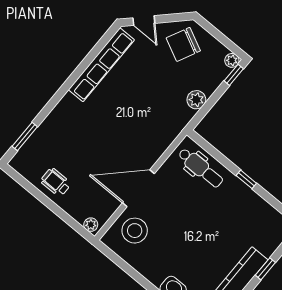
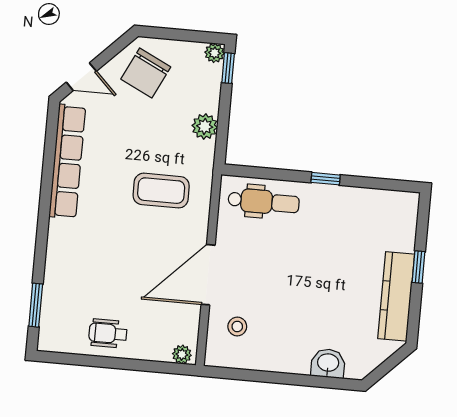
coffee table: (145, 120) -> (161, 191), added
stool: (135, 231) -> (237, 326), width x0.53, depth x0.53

